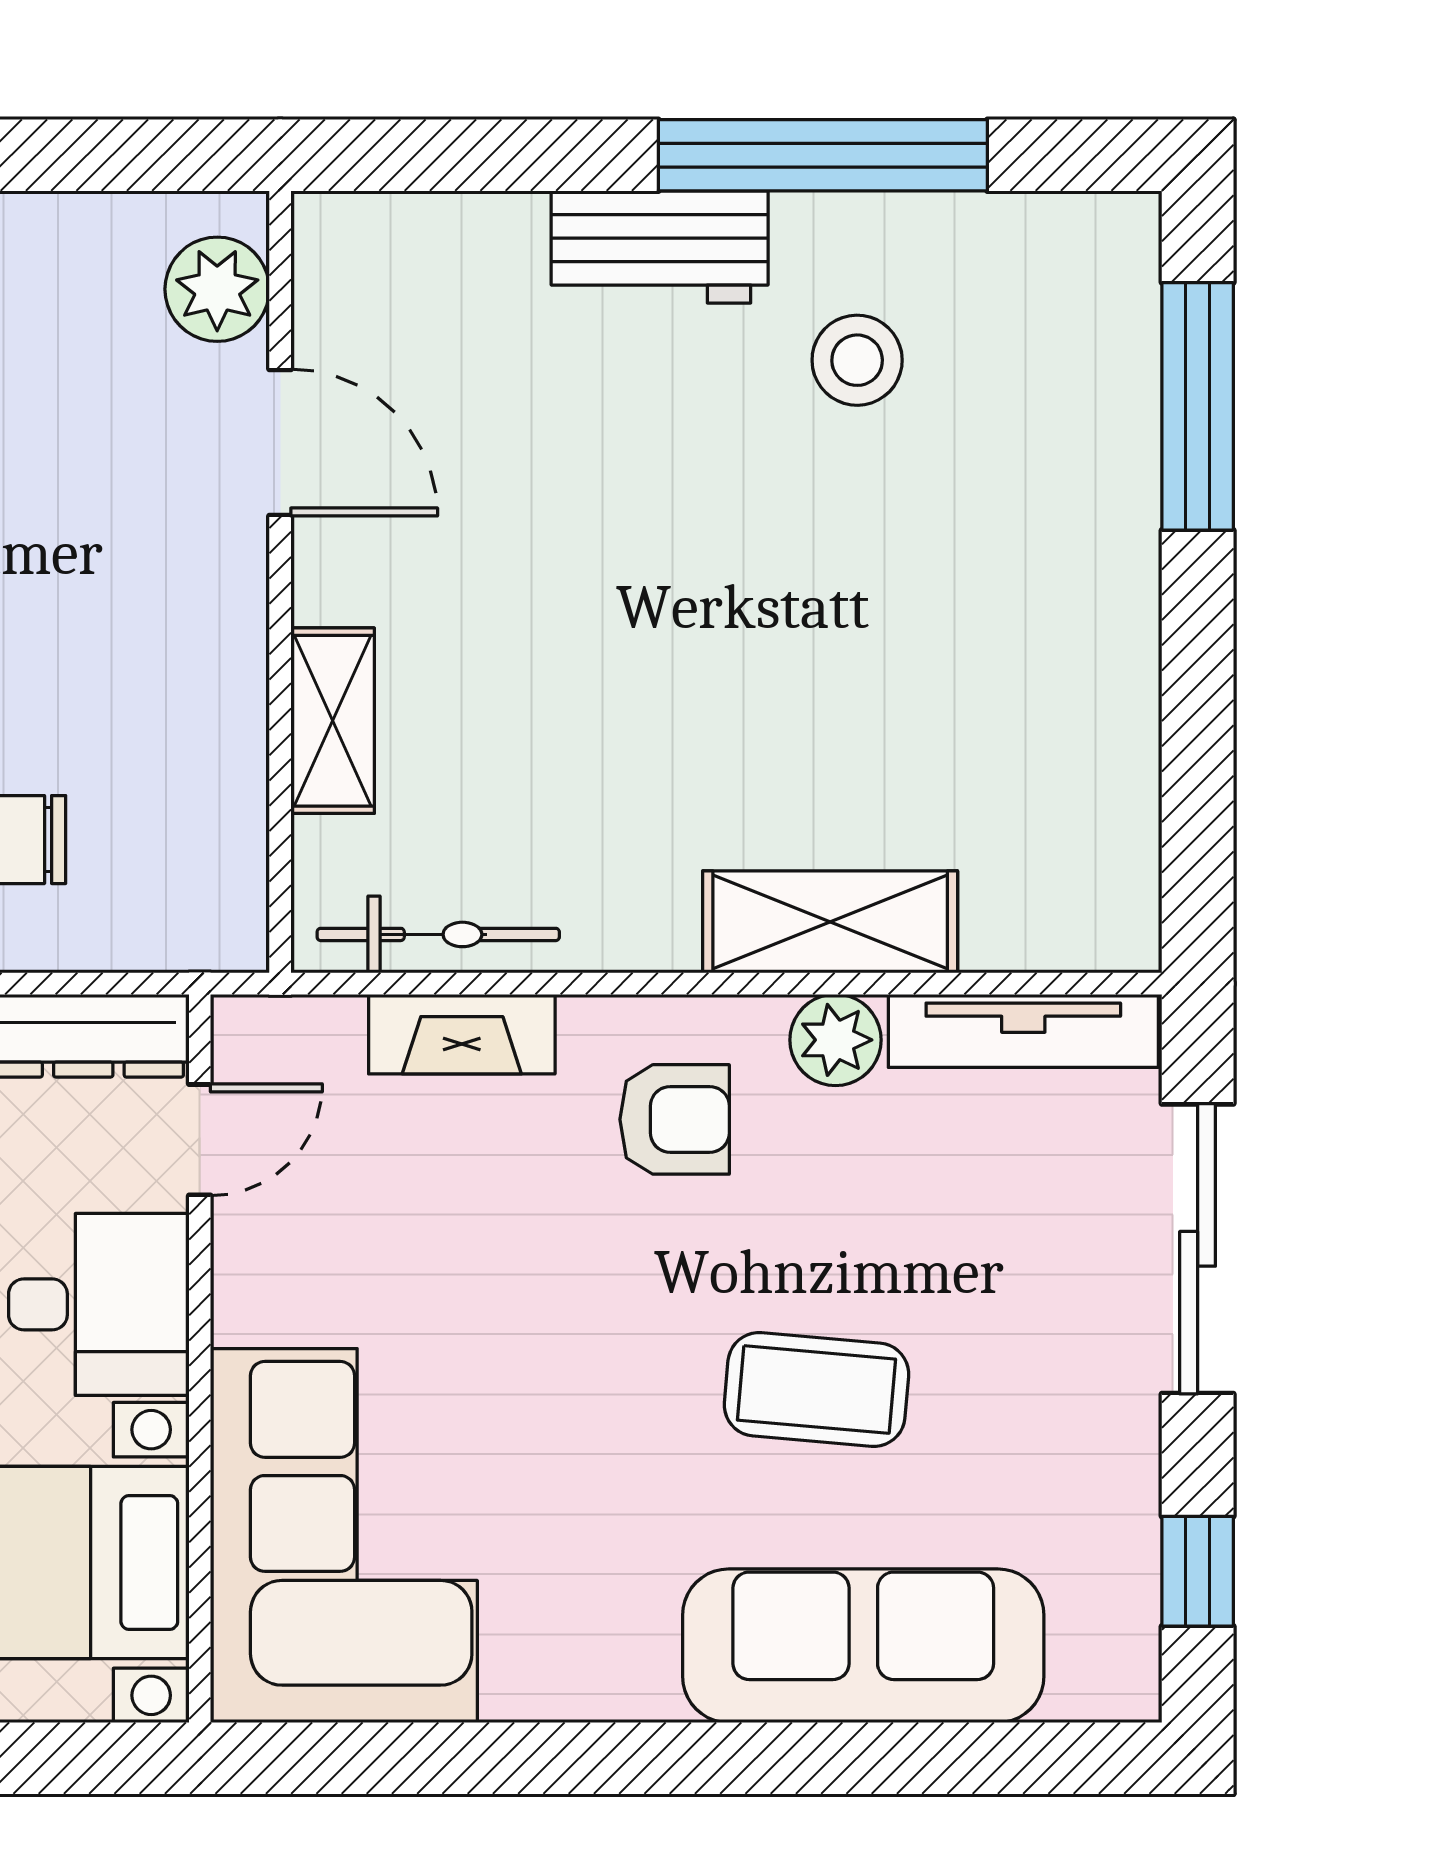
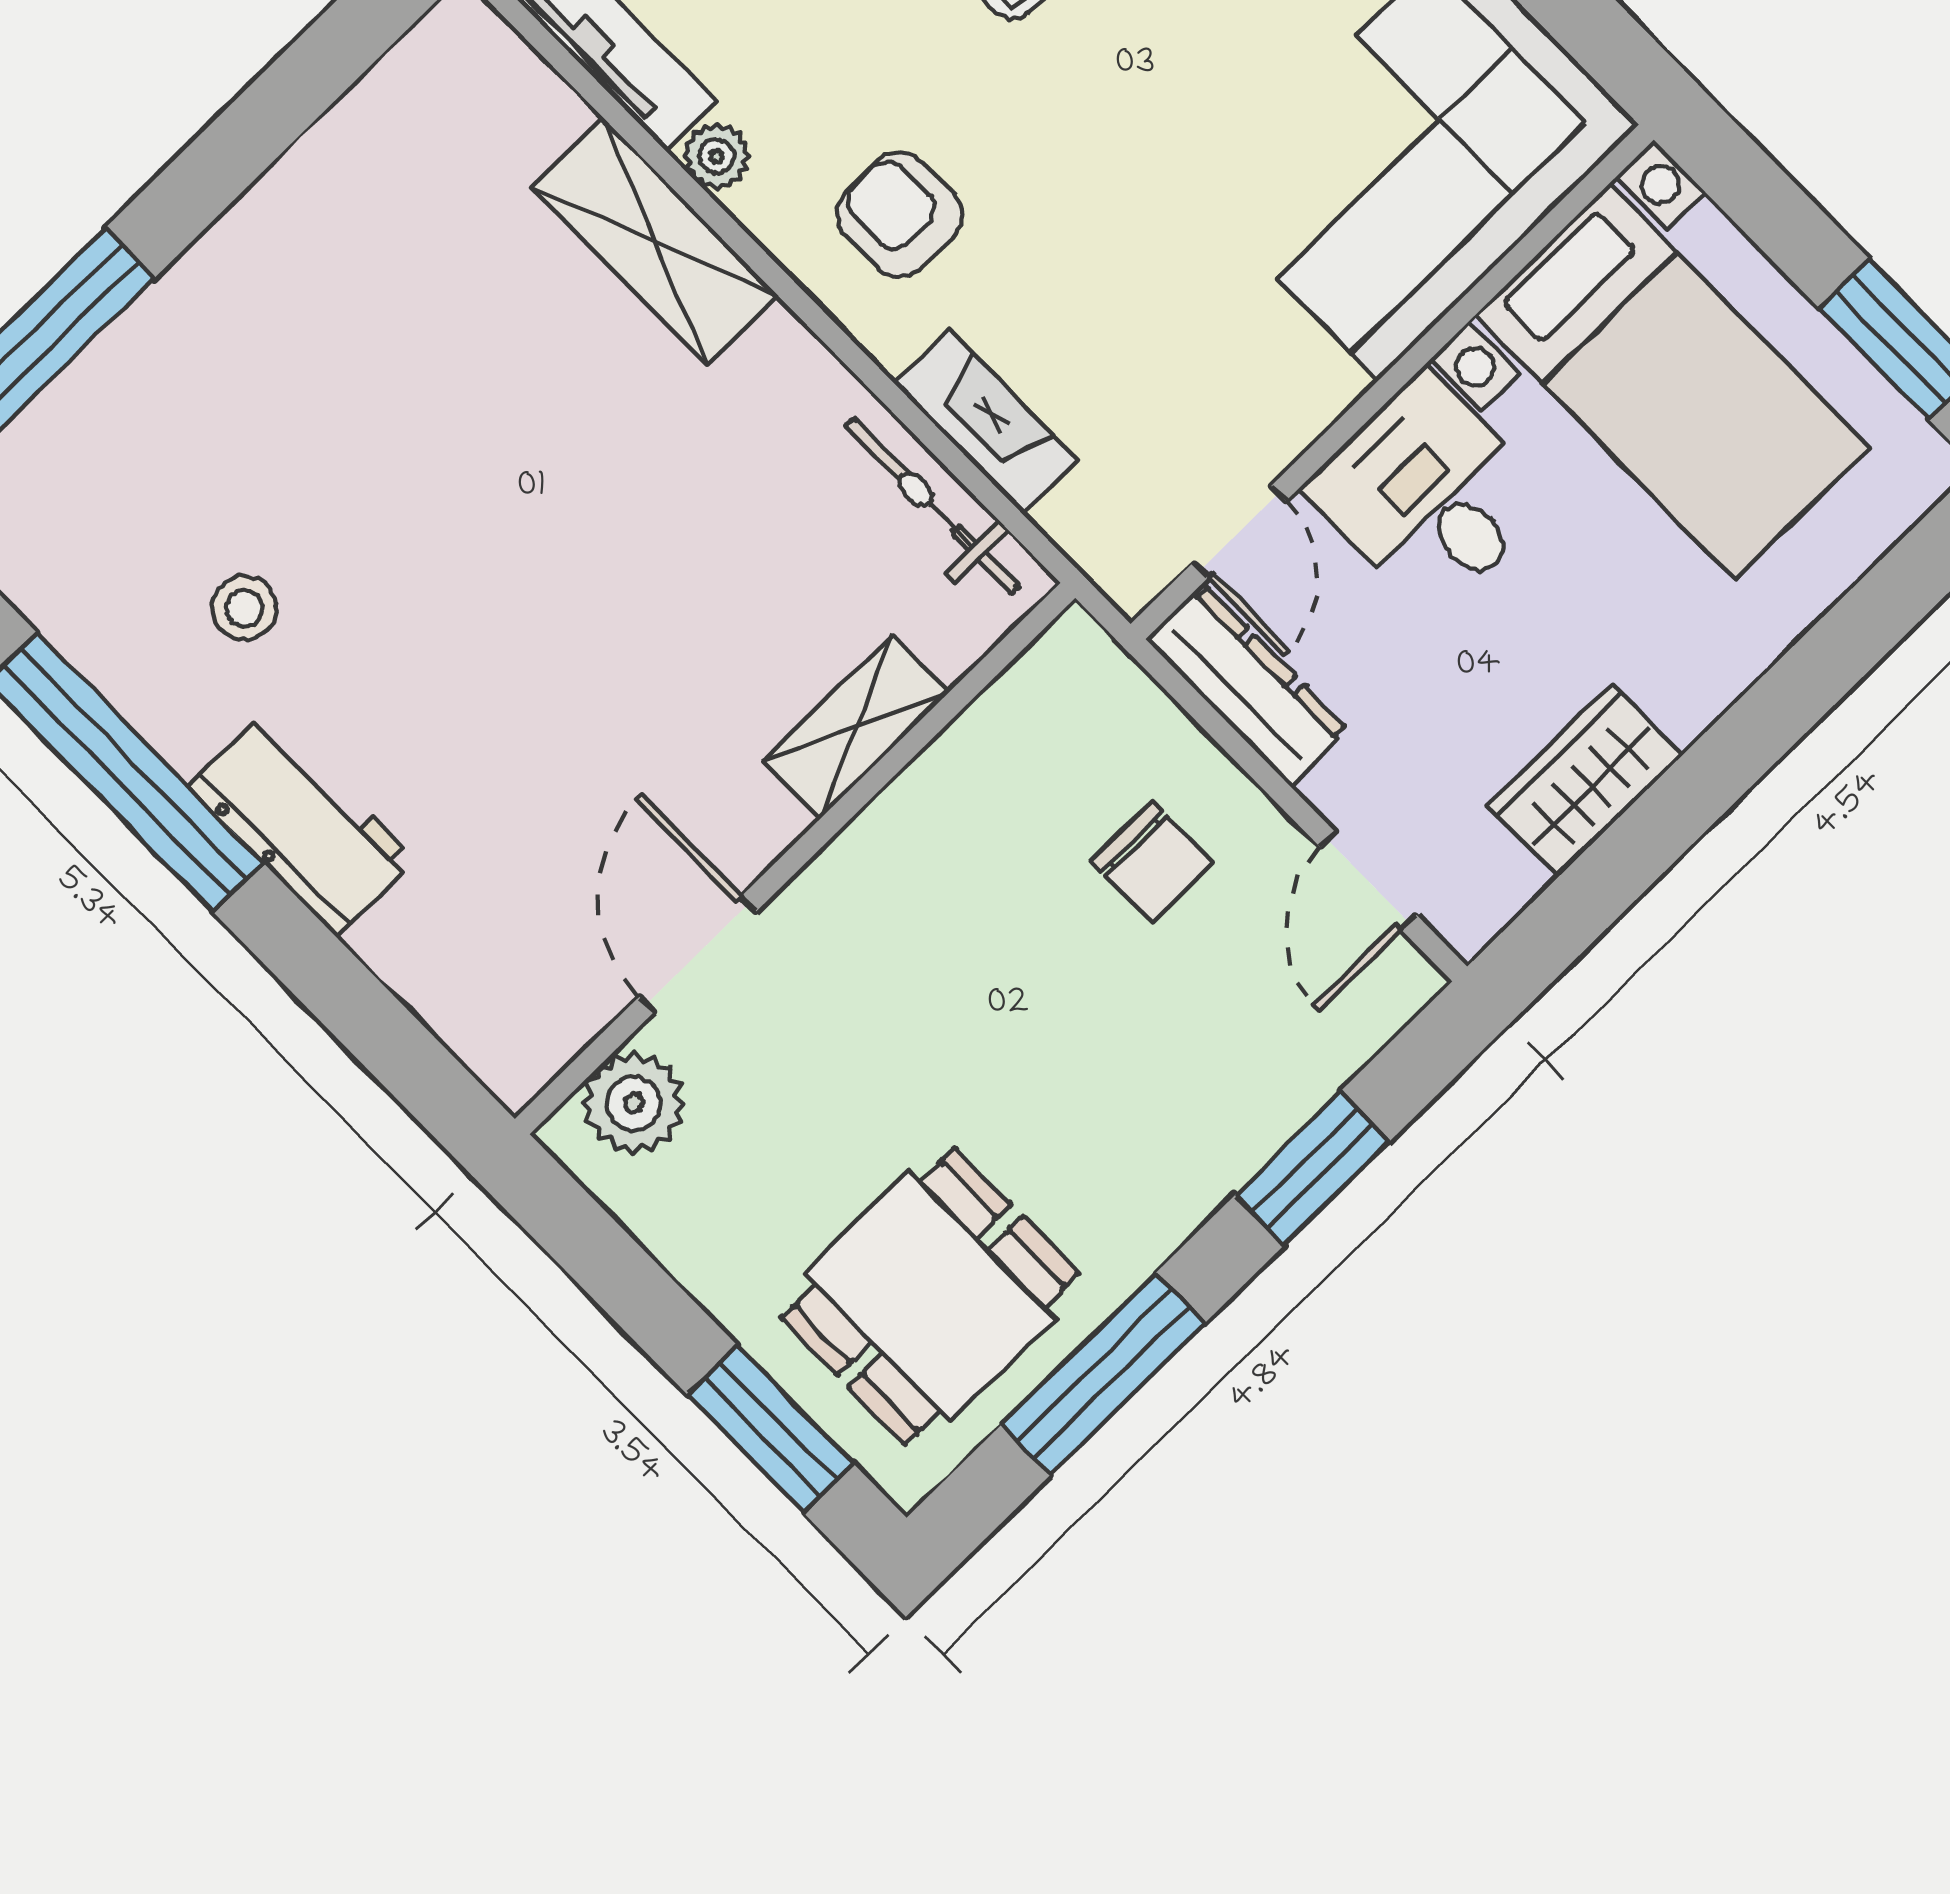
stool: (857, 360) -> (244, 608), width x0.73, depth x0.73
plant: (835, 1040) -> (717, 156), width x0.73, depth x0.73
door: (200, 1140) -> (1240, 532), swing flipped

